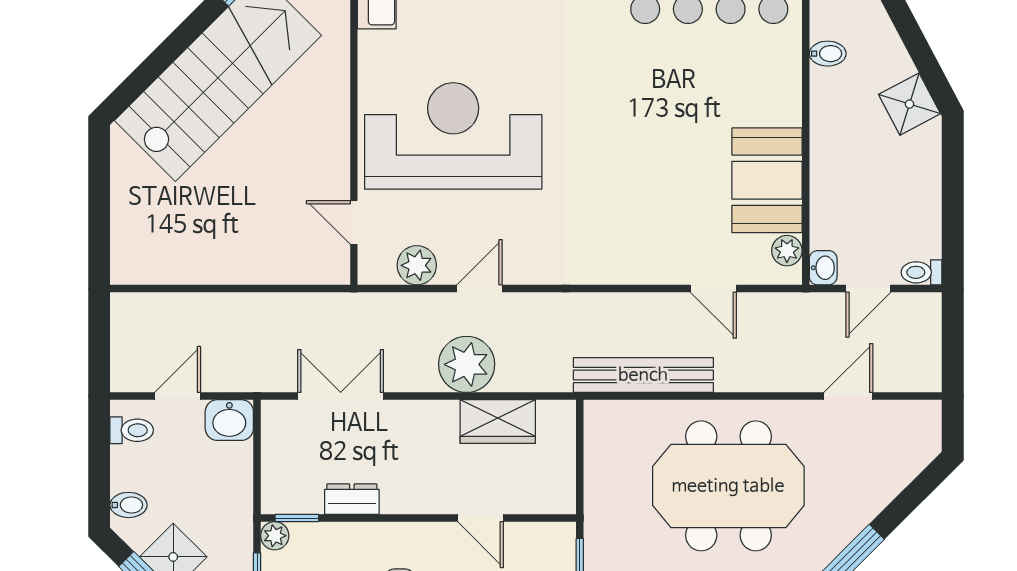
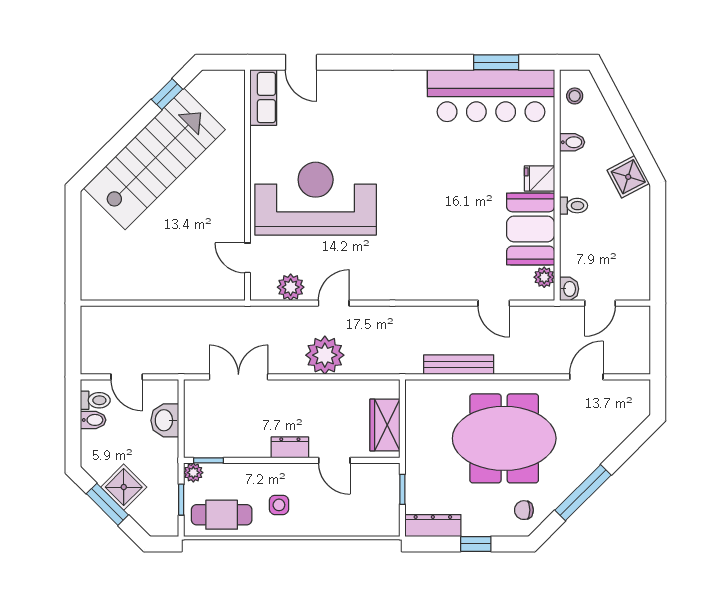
fridge: (780, 107) -> (540, 178), added
toilet: (922, 272) -> (574, 206), moved, turned 180
bench: (643, 375) -> (459, 365), width x0.73, depth x0.82
door: (178, 396) -> (127, 377), swing flipped
washbasin: (229, 420) -> (165, 420), moved, turned 90
wardrobe: (498, 421) -> (385, 425), moved, turned 90
dresser: (352, 499) -> (290, 447), moved
bidet: (129, 505) -> (93, 420), moved

